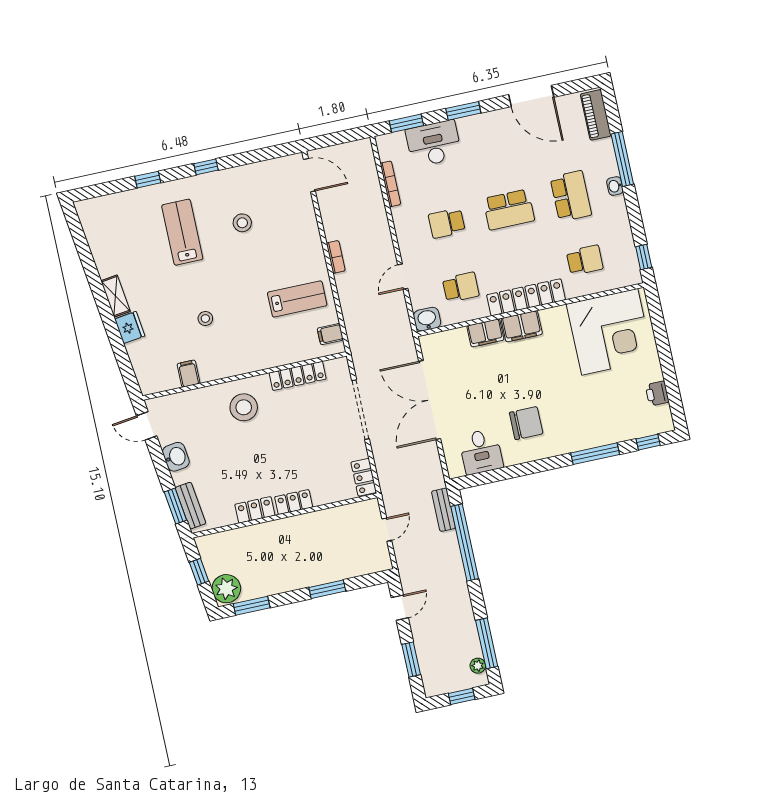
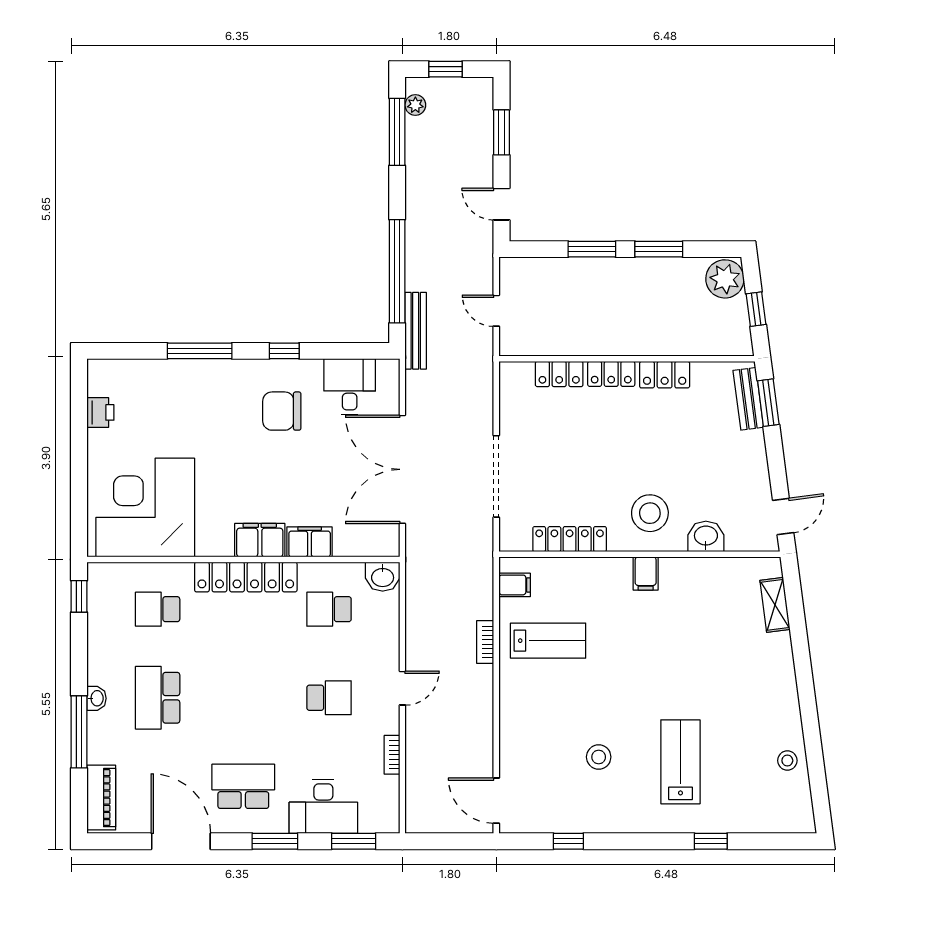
window: (206, 167) -> (568, 841), moved
bookcase: (390, 184) -> (392, 755), width x0.64
school desk: (509, 210) -> (243, 786), moved
lab bench: (182, 232) -> (680, 762), turned 180
bookcase: (336, 257) -> (485, 642), moved
door: (403, 277) -> (402, 688), moved
shelving: (115, 296) -> (775, 605), moved
lab bench: (297, 299) -> (548, 641), turned 180
stool: (205, 319) -> (787, 761), moved
fridge: (130, 327) -> (777, 651), removed
filing cabinet: (189, 374) -> (646, 574), moved
double door: (430, 400) -> (402, 469), swing flipped
door: (147, 426) -> (783, 517), hinge flipped
window: (648, 442) -> (284, 351), moved
washbasin: (176, 457) -> (706, 536), moved, turned 97
locker: (364, 477) -> (559, 374), moved, turned 90
bench: (443, 510) -> (416, 331), width x1.36
door: (387, 530) -> (496, 311), hinge flipped
window: (252, 606) -> (659, 249), moved
door: (400, 608) -> (502, 204), hinge flipped

